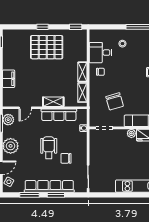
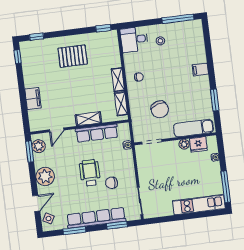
window: (43, 27) -> (37, 37), moved
pallet: (47, 47) -> (73, 56), width x0.73, depth x0.71
desk: (100, 53) -> (134, 39), moved
window: (56, 195) -> (117, 225), moved

